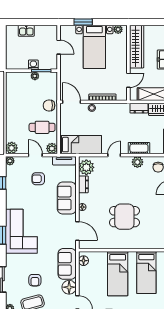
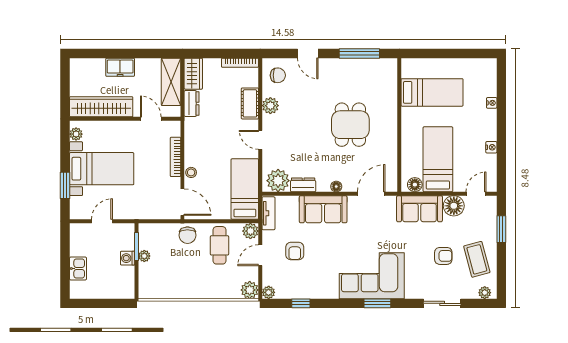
door: (72, 102) -> (182, 202), swing flipped
bed: (118, 274) -> (438, 159), moved, turned -90

